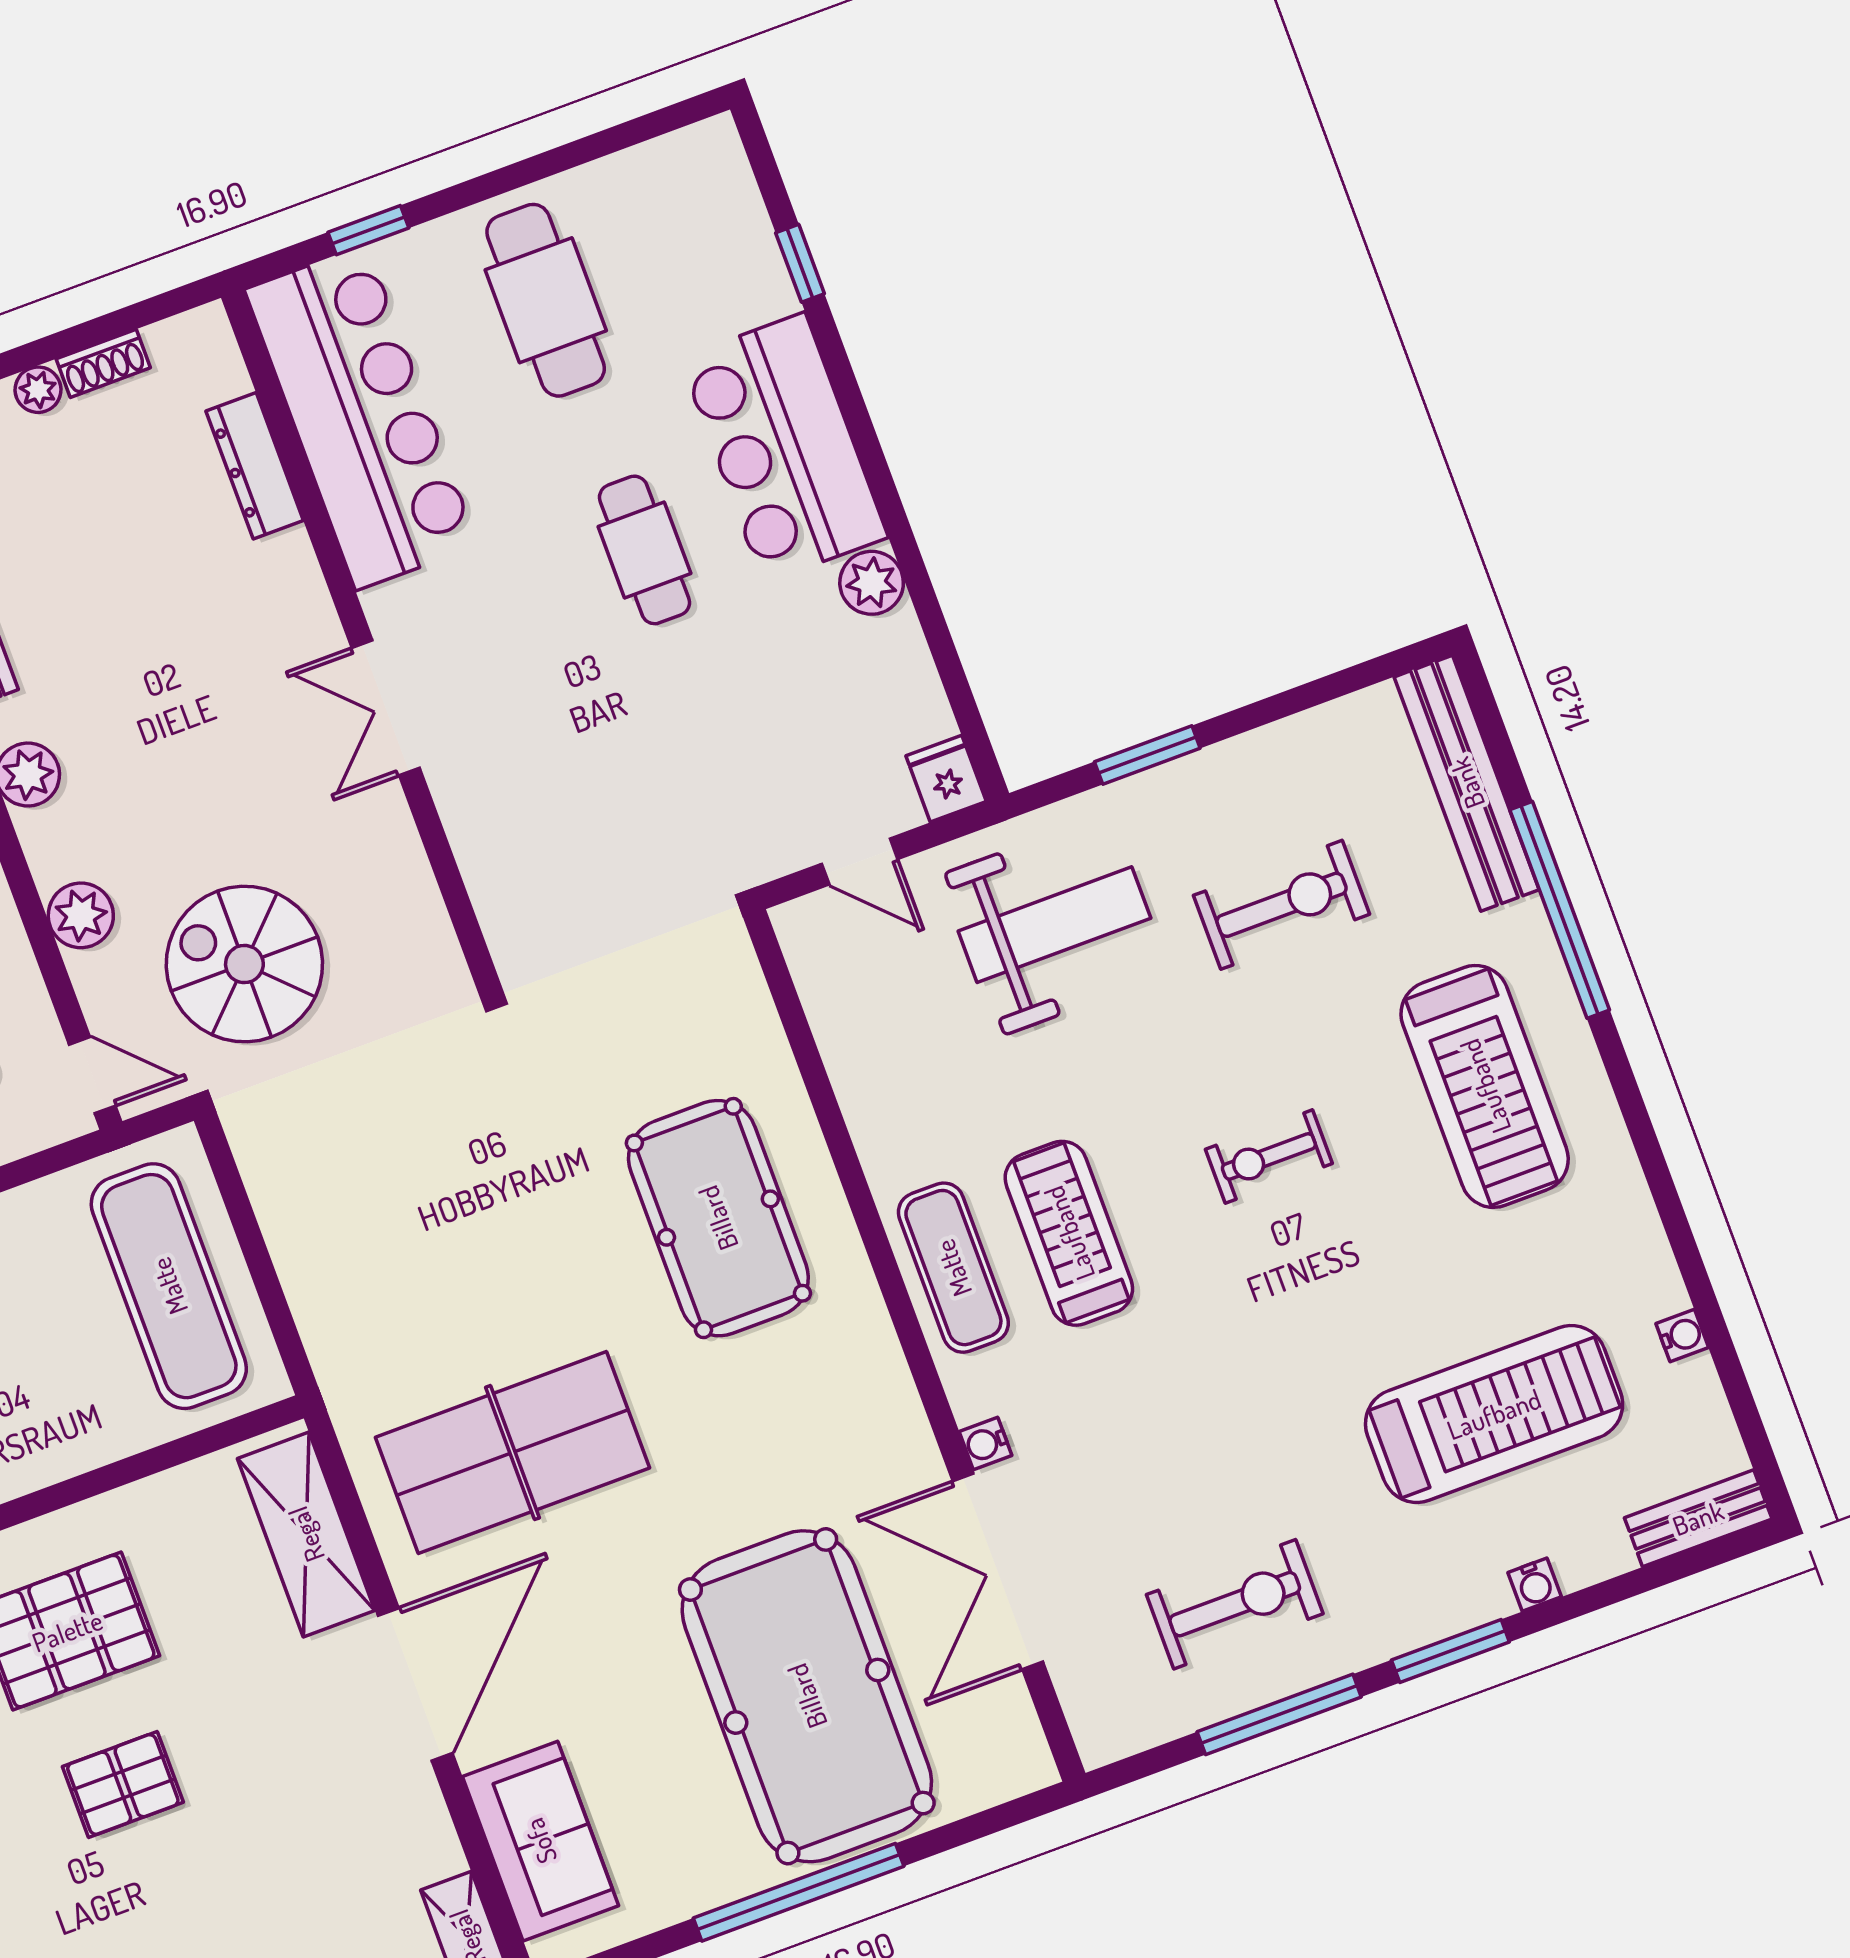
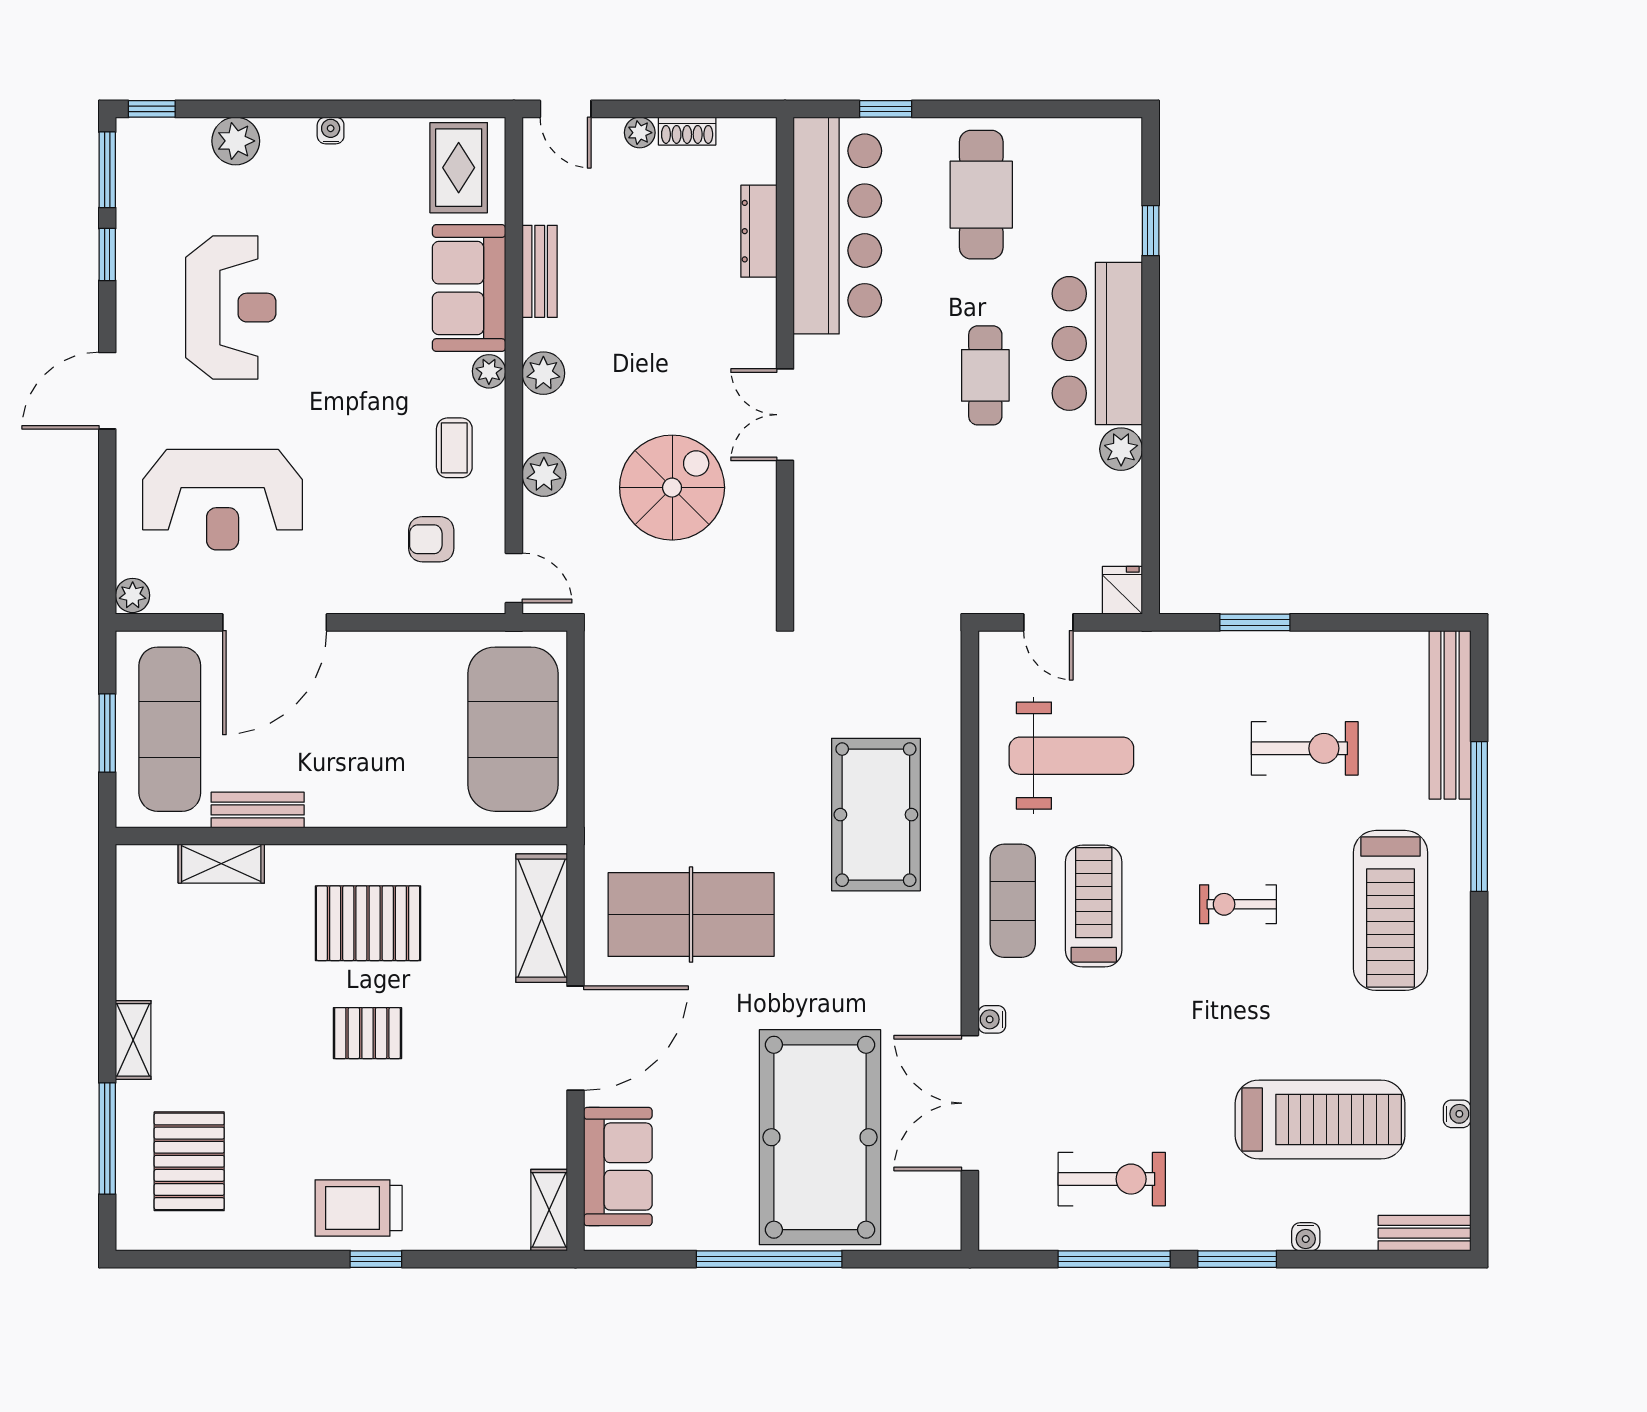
weight bench: (1054, 925) -> (1071, 756), moved
spiral stairs: (244, 964) -> (672, 488), moved, turned 90
exercise mat: (169, 1286) -> (513, 729), width x1.47

